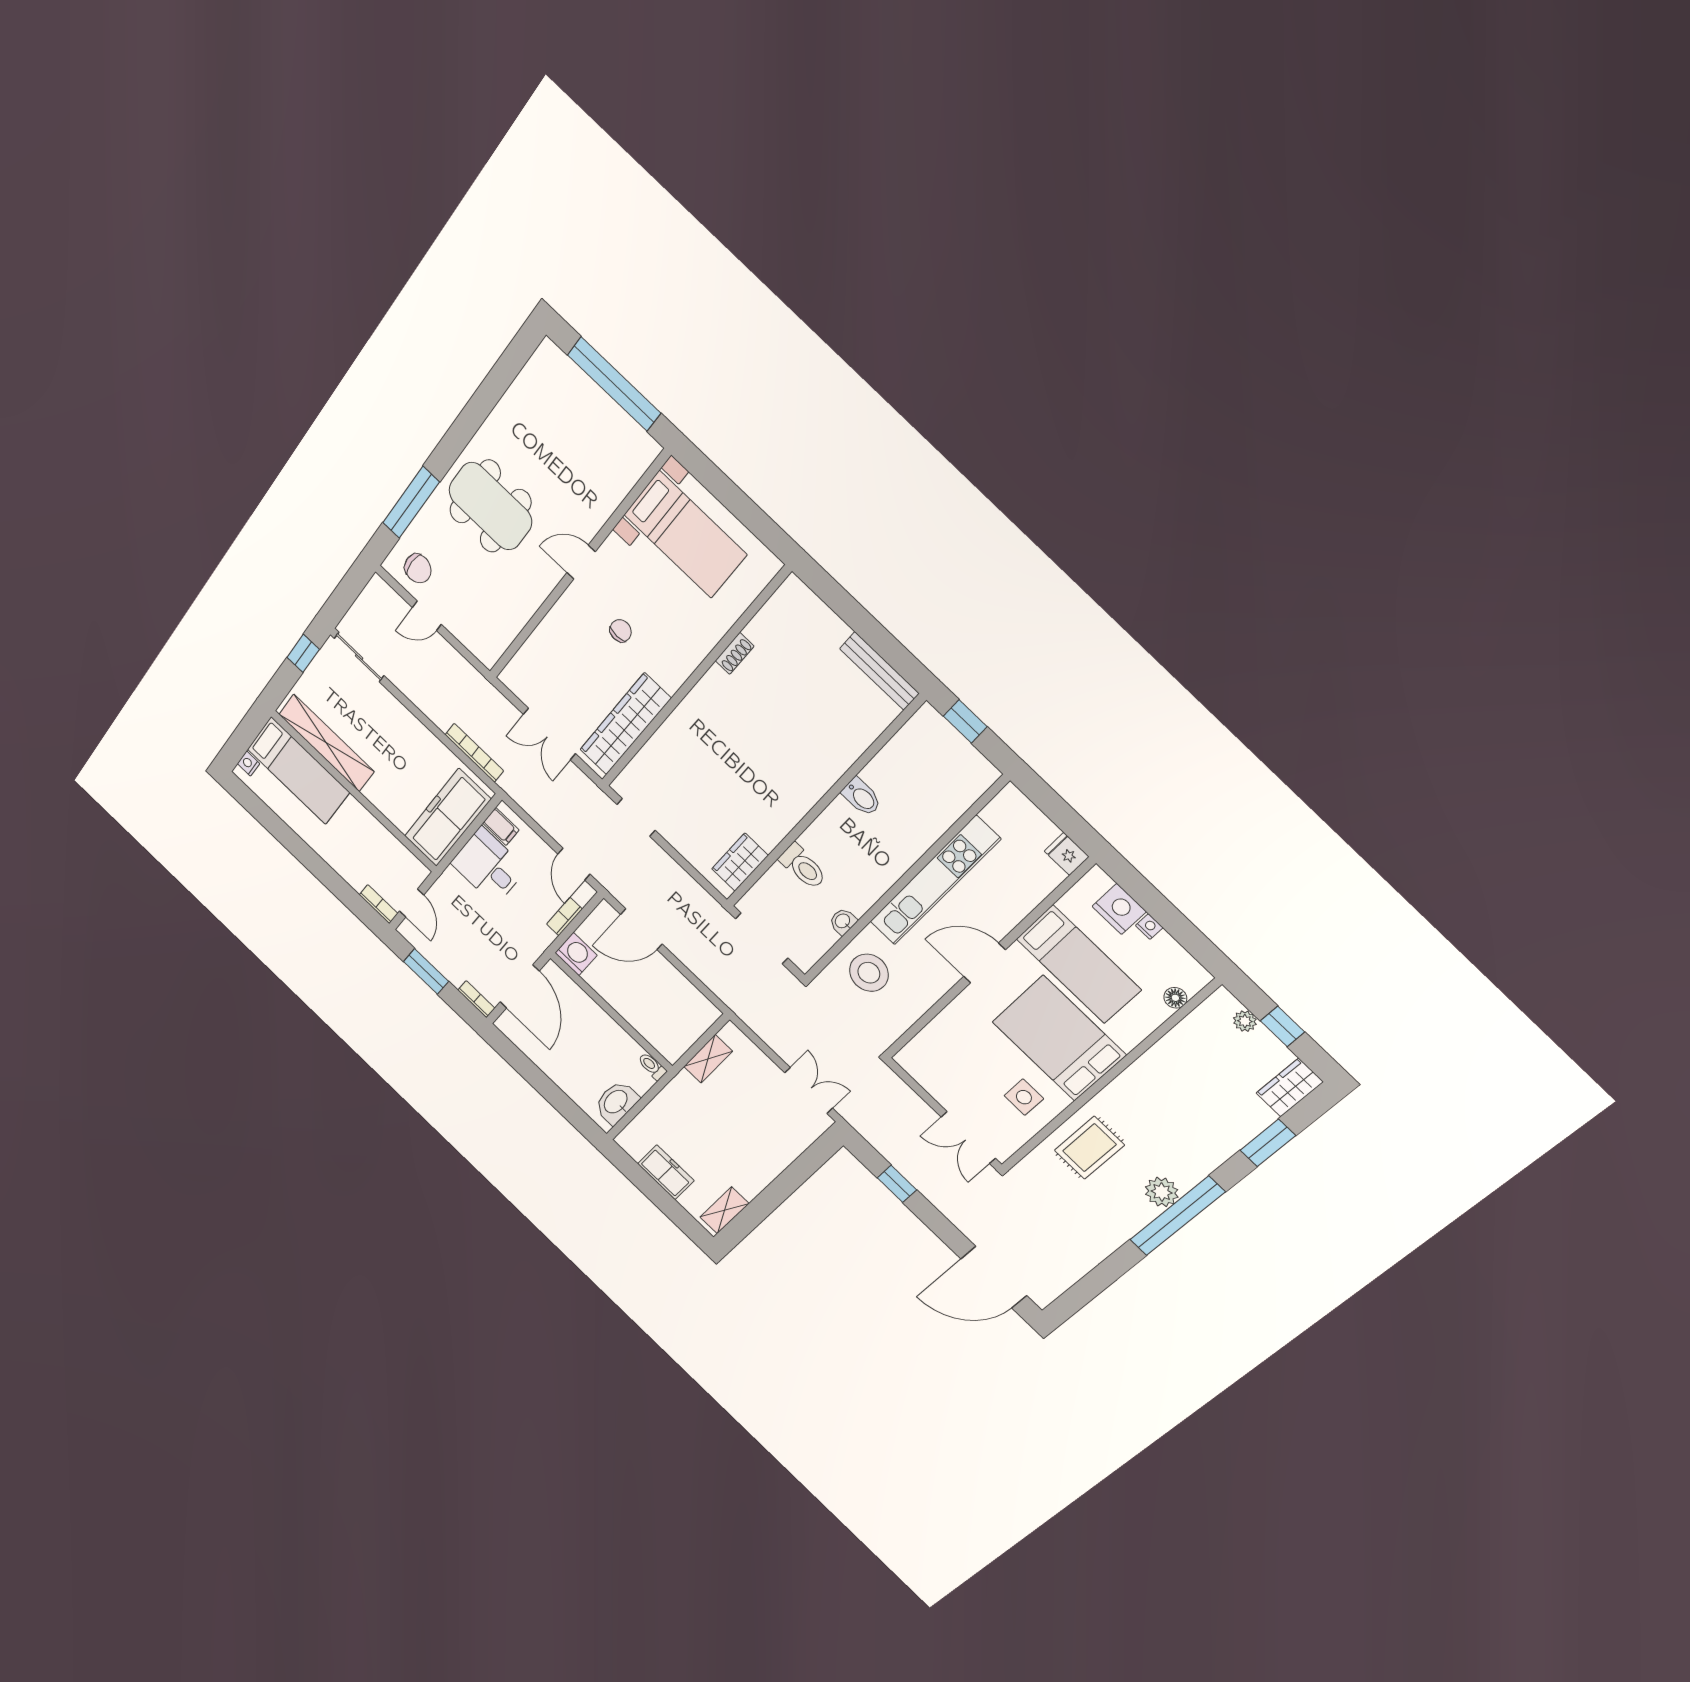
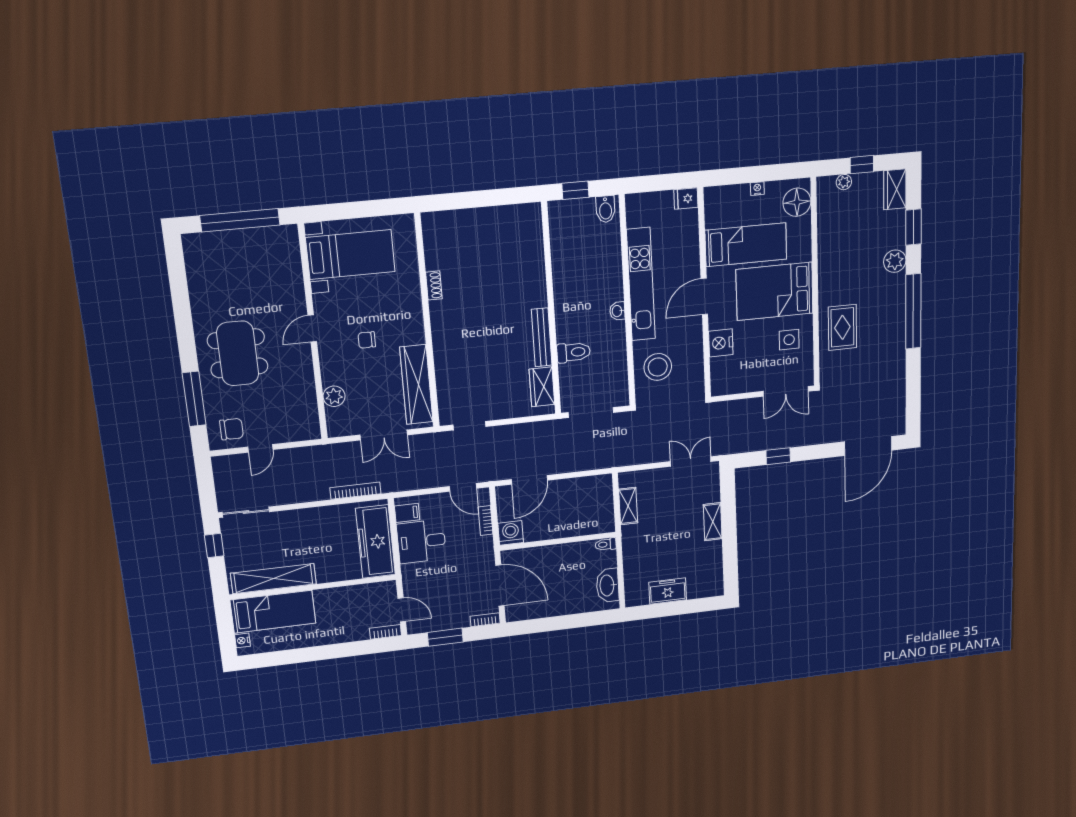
dining table: (490, 506) -> (238, 353), turned 90
chair: (621, 631) -> (367, 340), turned -90
plant: (539, 647) -> (334, 396), added
bench: (879, 671) -> (542, 337), moved, turned 90
bidet: (862, 797) -> (606, 209), moved, turned 90
nightstand: (1119, 909) -> (721, 343), moved, turned -90
washbasin: (843, 921) -> (617, 311), moved
floor lamp: (1175, 998) -> (797, 202), width x1.89, depth x1.89
plant: (1162, 1192) -> (895, 261), moved
shelving: (724, 1210) -> (713, 522), moved

